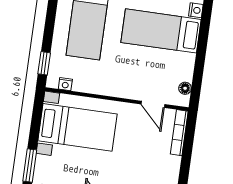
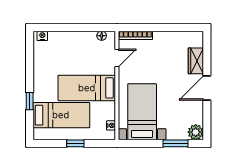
bed: (161, 31) -> (87, 88), moved, turned 90
window: (44, 63) -> (75, 143), moved

